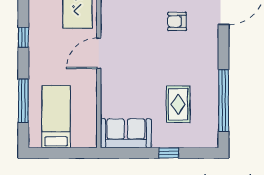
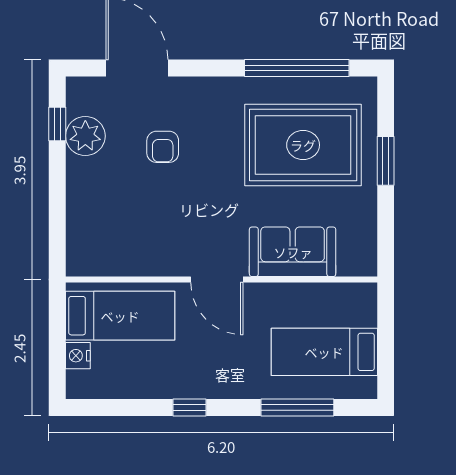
rug: (178, 104) -> (303, 145), width x1.86, depth x2.06
sofa: (126, 133) -> (293, 252), moved, turned 90
window: (169, 153) -> (386, 161), width x1.50

